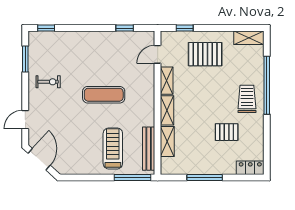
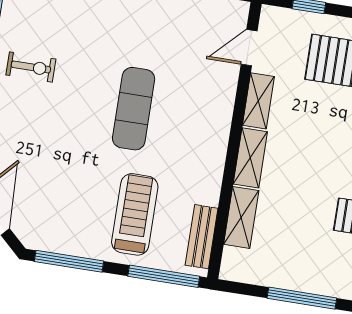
exercise mat: (104, 95) -> (134, 109), turned 90
bench: (149, 149) -> (202, 237), width x0.73
window: (83, 178) -> (69, 261), added

